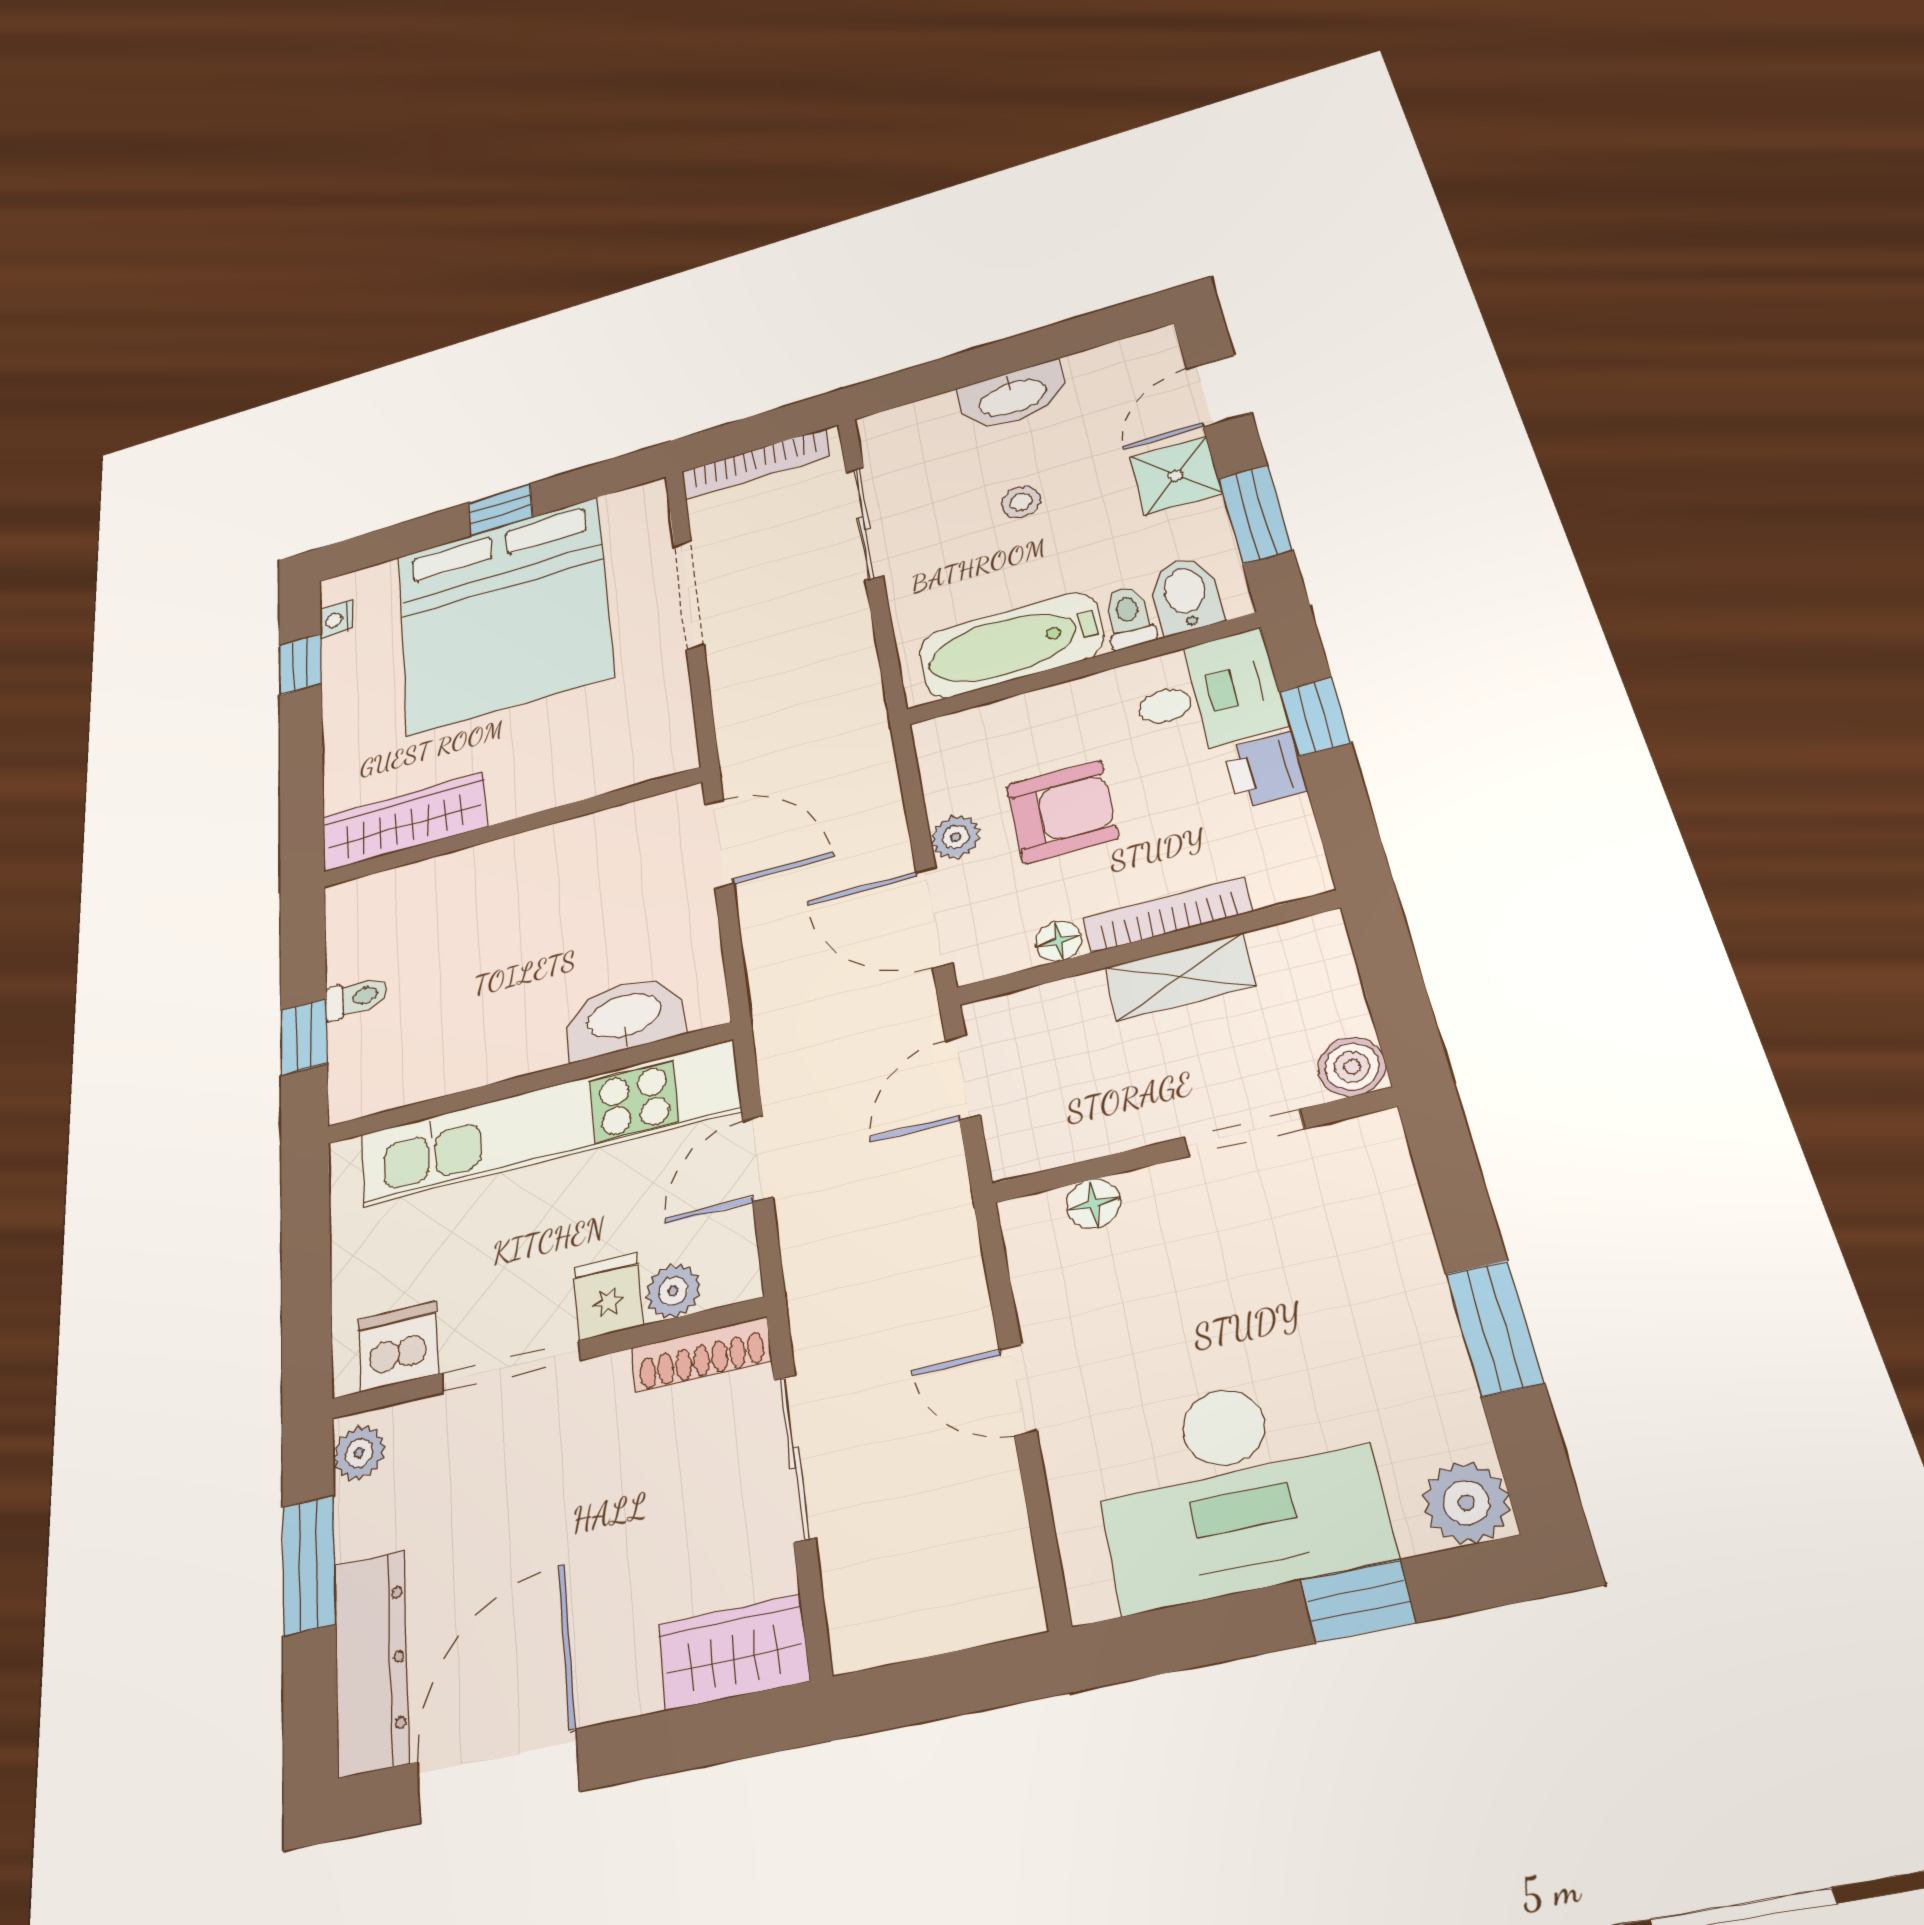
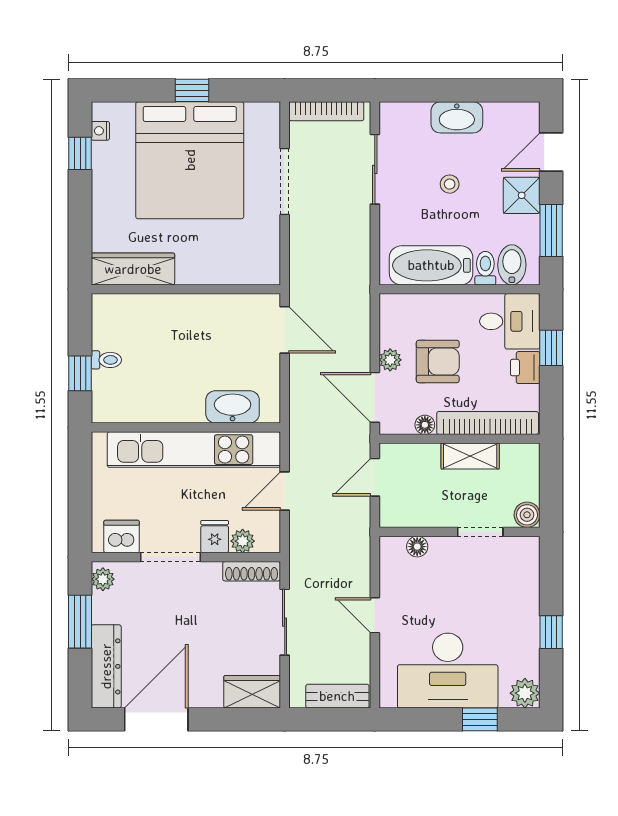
bookcase: (1167, 915) -> (488, 423), width x1.48, depth x1.31
window: (1494, 1328) -> (551, 632), width x0.67
bench: (955, 1618) -> (337, 696), added

